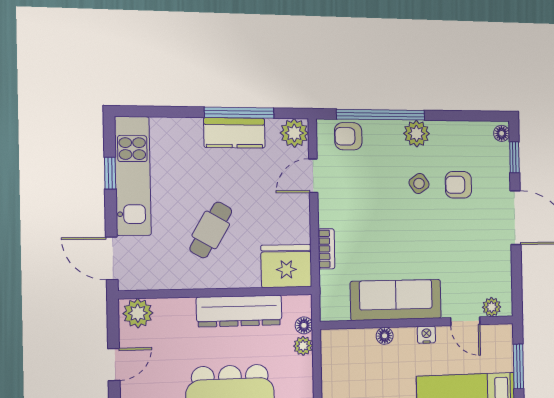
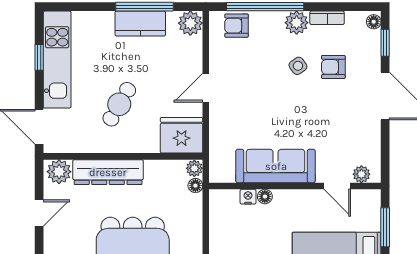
door: (313, 176) -> (206, 88), moved
bookcase: (326, 249) -> (327, 18), moved, turned 90
dresser: (239, 311) -> (108, 172), moved
nightstand: (426, 335) -> (248, 197), moved
plant: (303, 346) -> (194, 168), moved

